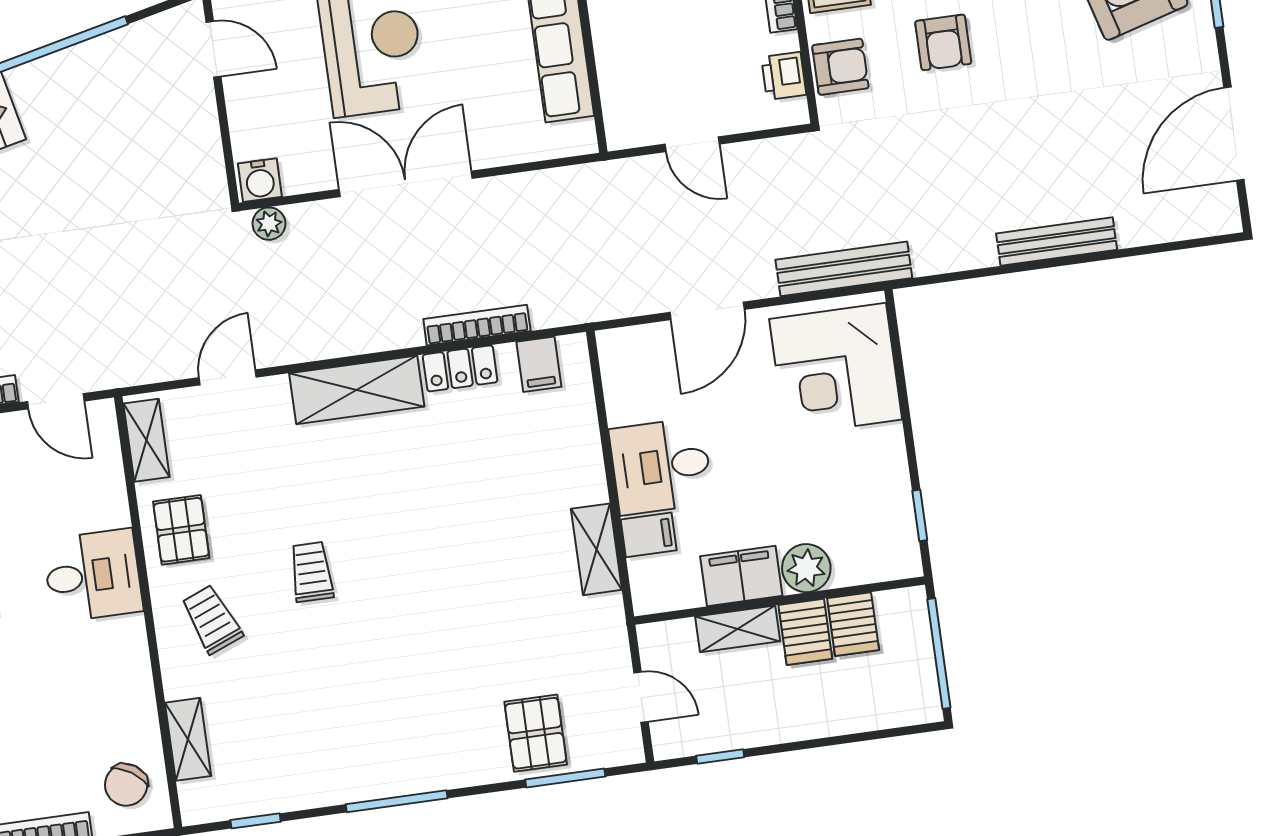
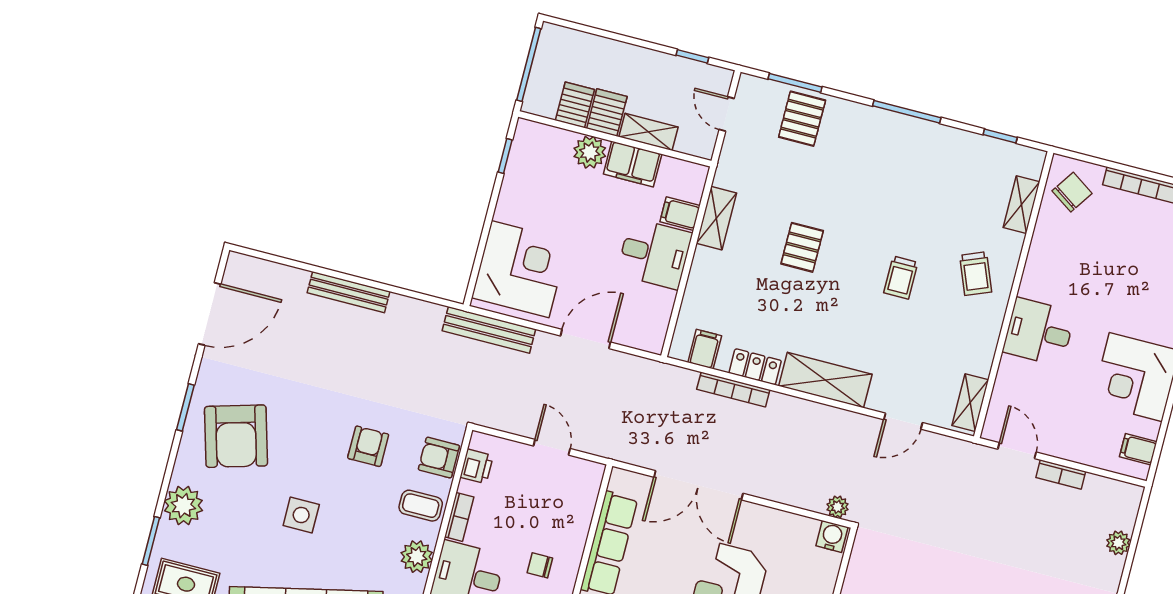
double door: (406, 184) -> (698, 485), moved
pallet: (181, 530) -> (802, 247), moved

